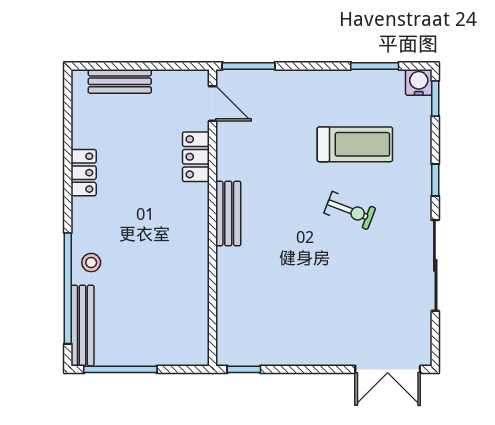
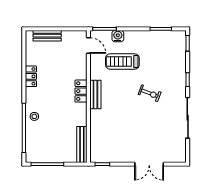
water cooler: (419, 82) -> (118, 36), moved
treadmill: (355, 144) -> (122, 61), moved, turned 180
locker: (196, 157) -> (81, 91), moved
bench: (82, 326) -> (82, 144), moved
double door: (388, 369) -> (149, 164), moved

